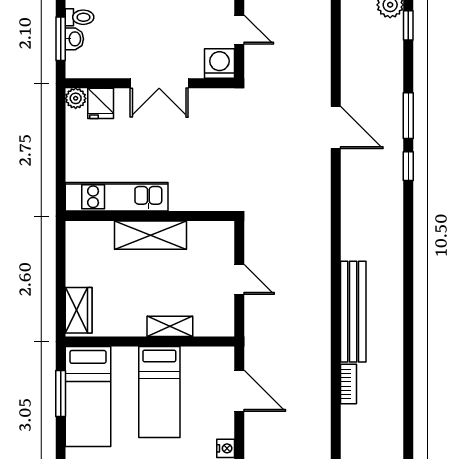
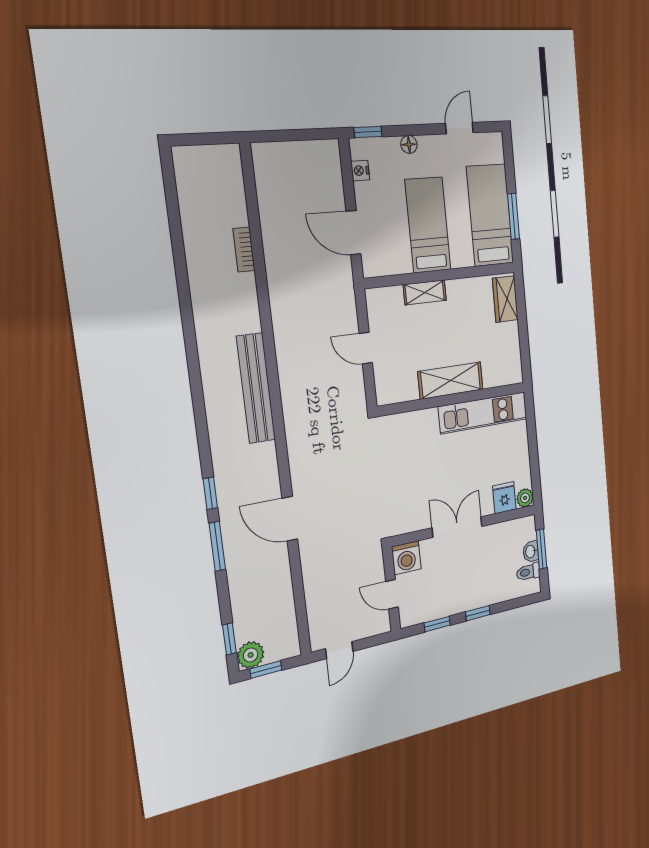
bench: (353, 312) -> (256, 388), moved

